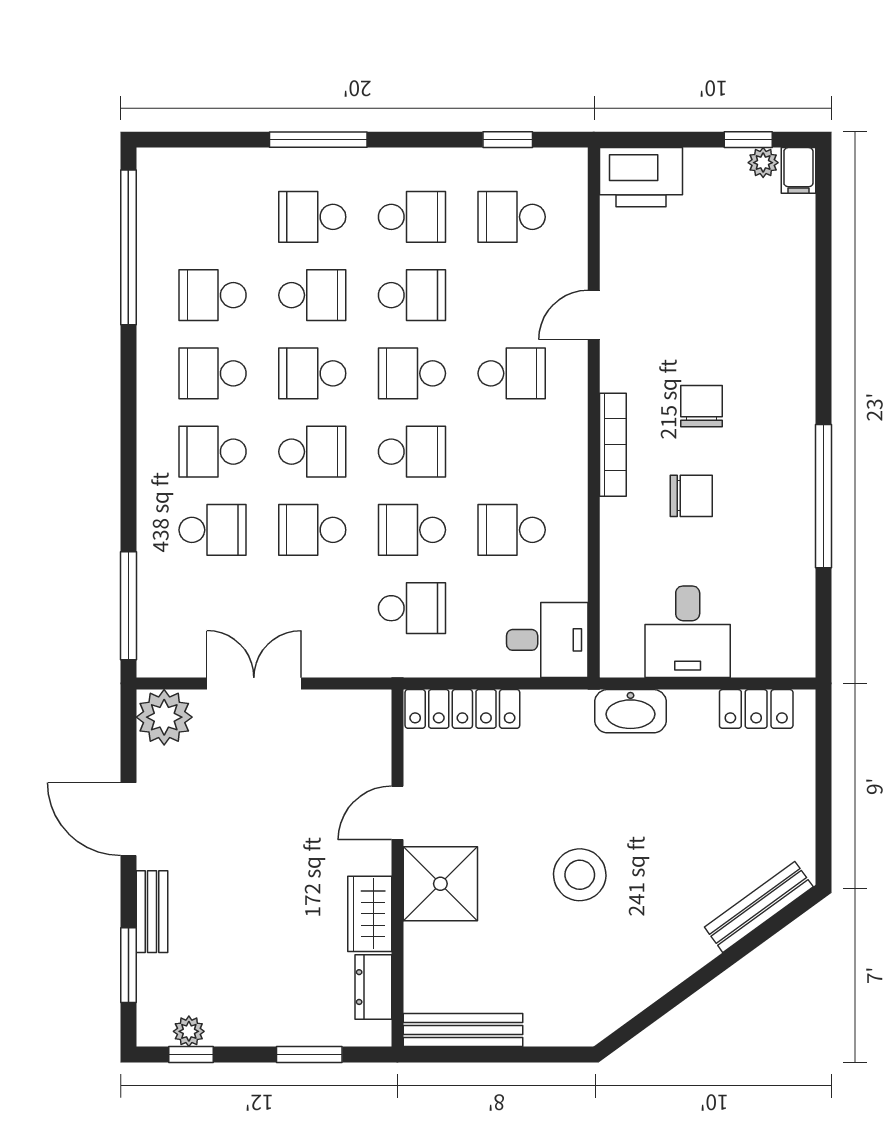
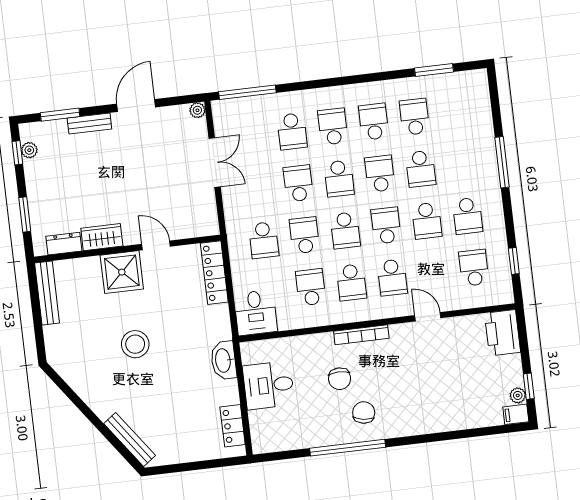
school desk: (312, 217) -> (351, 282), moved, turned 180
window: (128, 247) -> (434, 70), width x0.47
chair: (701, 406) -> (364, 413), moved, turned -81
plant: (164, 717) -> (197, 110), width x0.53, depth x0.53

